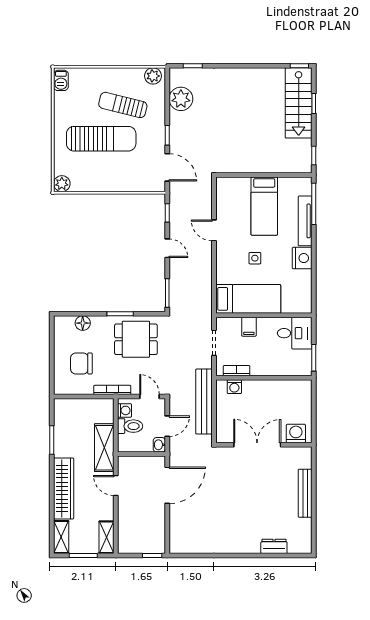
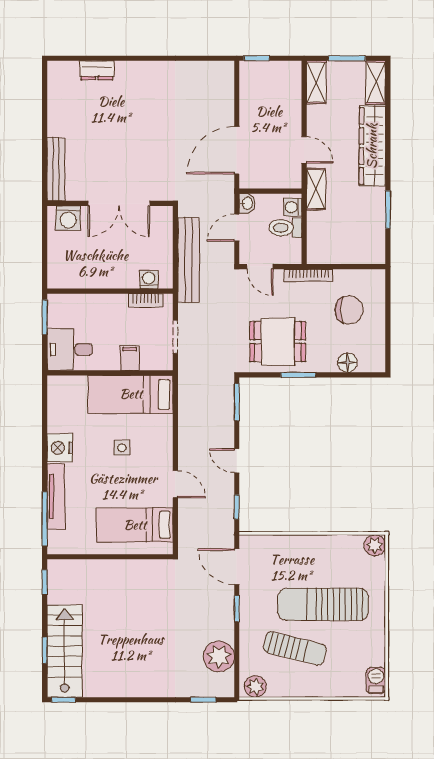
bed: (264, 206) -> (135, 525), moved, turned -90
washing machine: (124, 410) -> (293, 207), moved
shelving: (104, 448) -> (316, 189), width x0.67, depth x0.75
bench: (305, 493) -> (56, 169), moved

